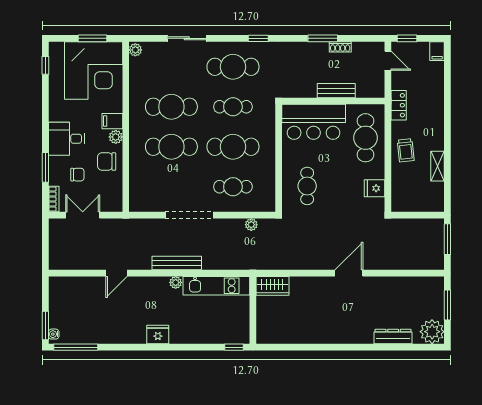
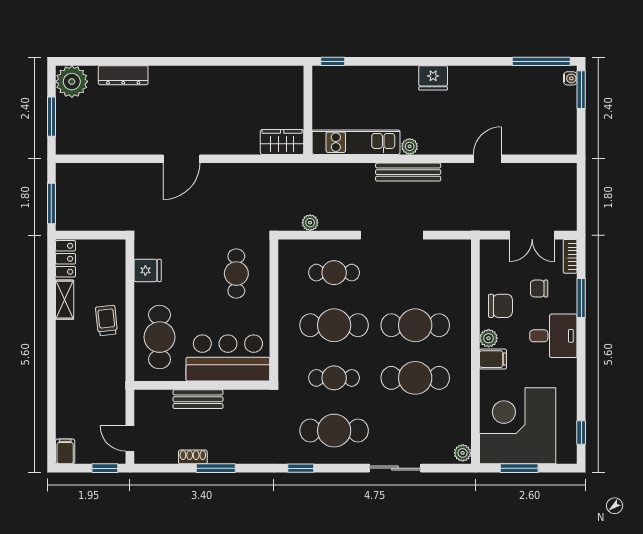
locker: (399, 105) -> (66, 259), moved, turned 180

